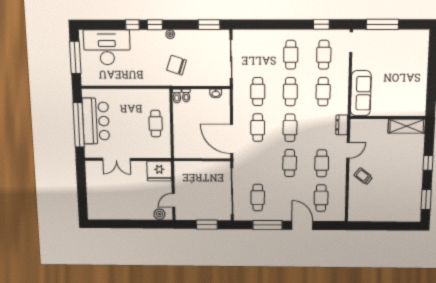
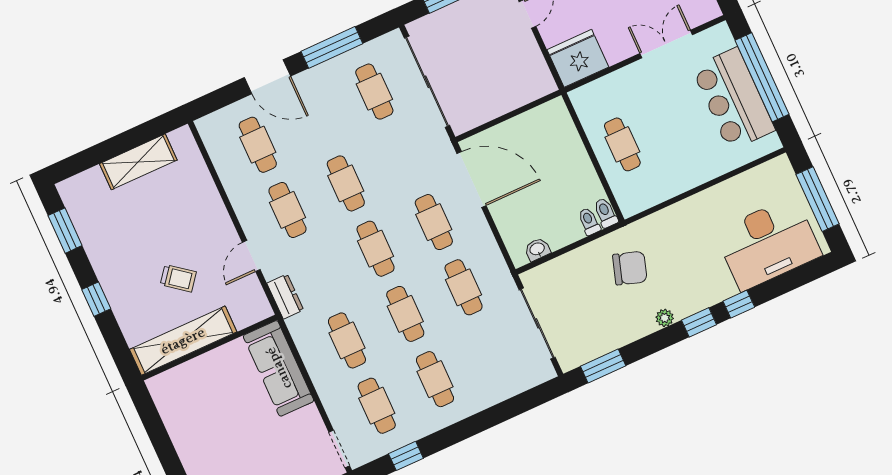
shelving: (407, 126) -> (183, 341), width x1.47
trolley: (363, 176) -> (178, 278), moved
shelving: (378, 215) -> (138, 162), added

